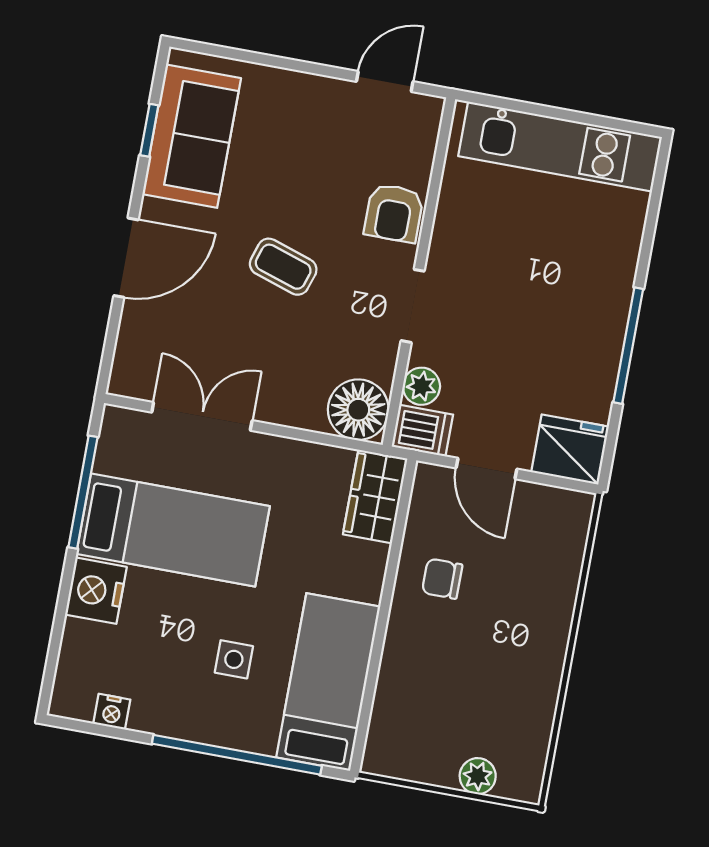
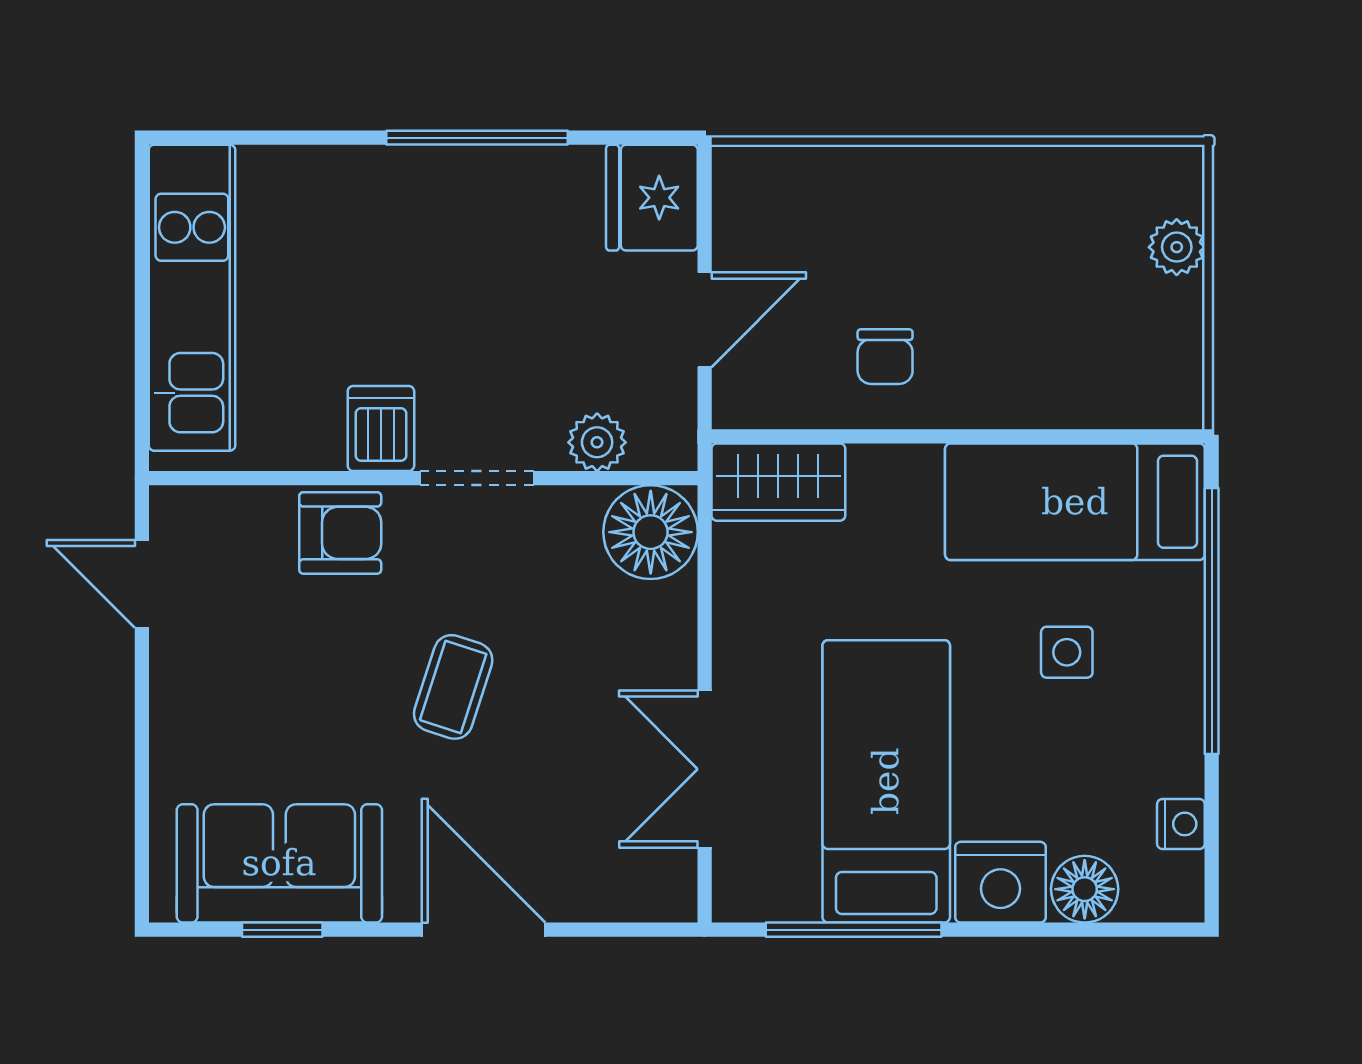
dishwasher: (422, 431) -> (381, 428), moved
floor lamp: (82, 643) -> (1085, 889), added

